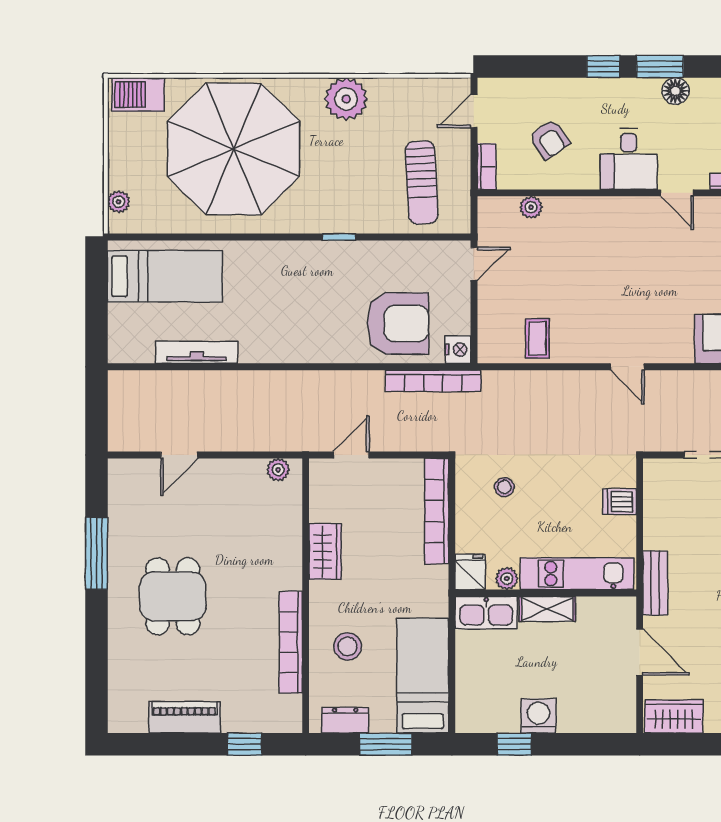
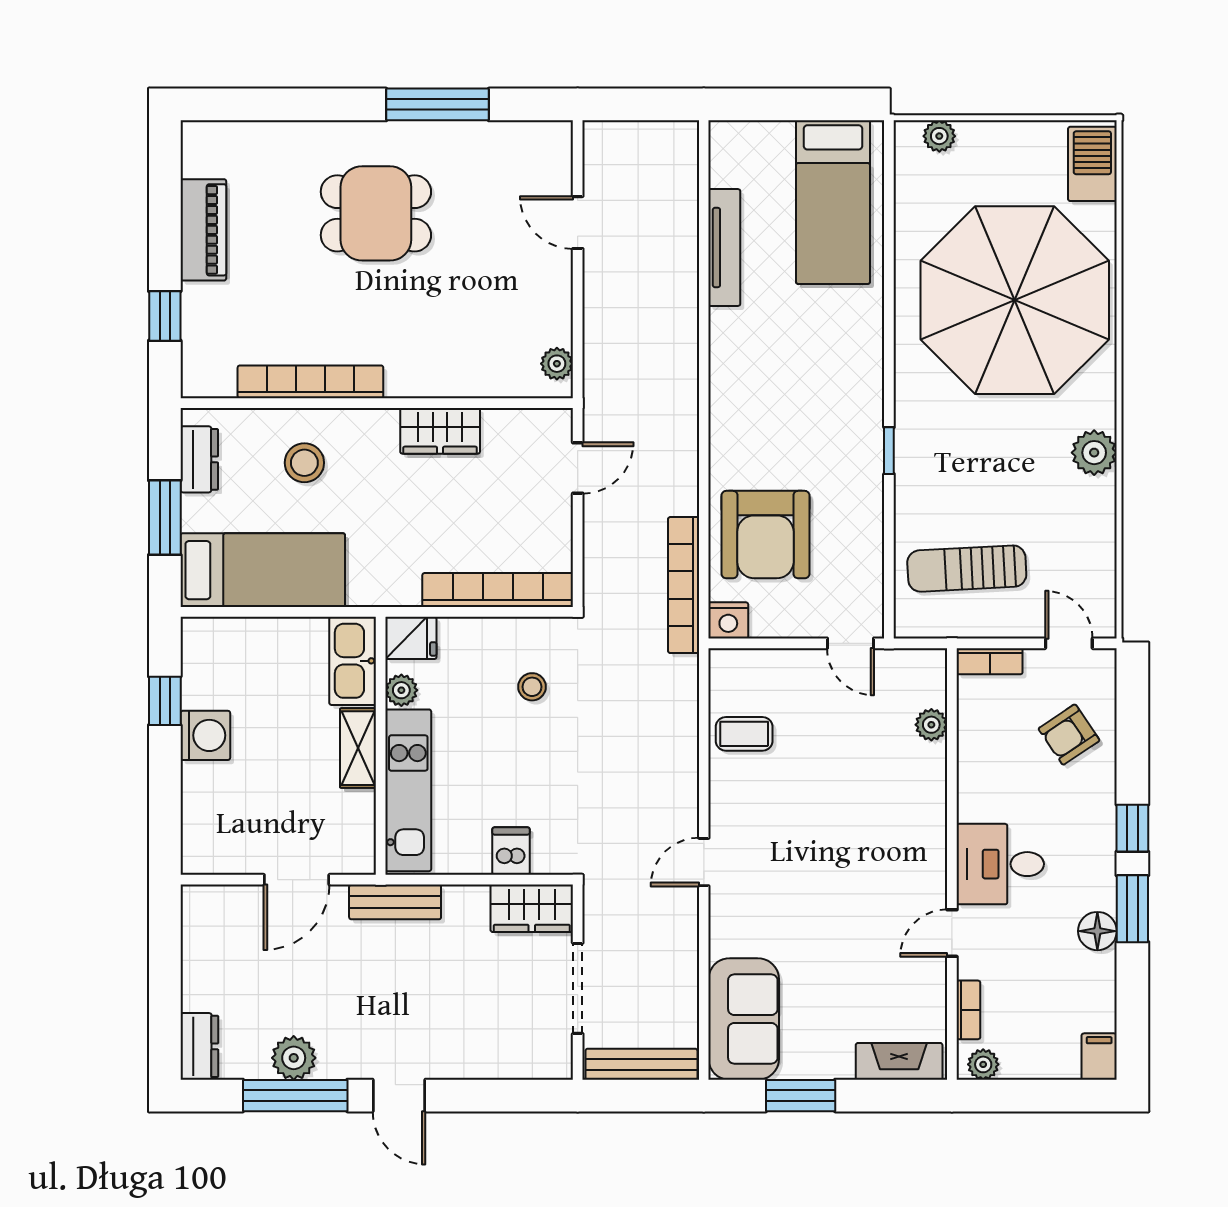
plant: (346, 99) -> (1094, 453), width x0.73, depth x0.73
armchair: (549, 139) -> (1069, 735), moved
door: (351, 455) -> (578, 468), hinge flipped
wardrobe: (674, 716) -> (532, 908), moved, turned 90

